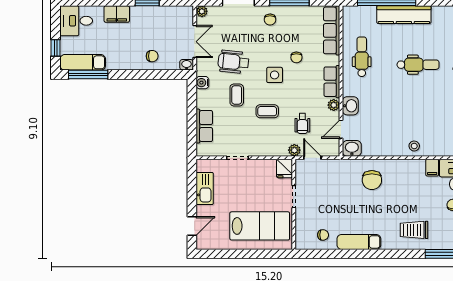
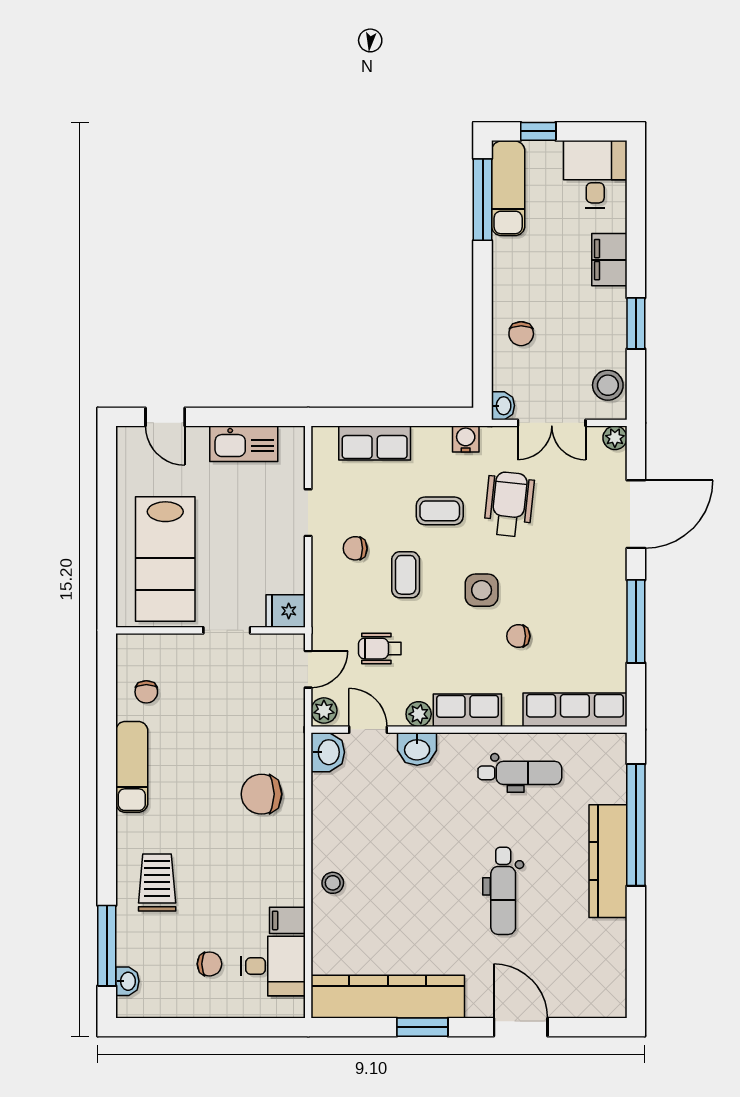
stool: (177, 15) -> (608, 385), added
chair: (270, 20) -> (355, 548), moved
plant: (294, 150) -> (324, 710), moved

